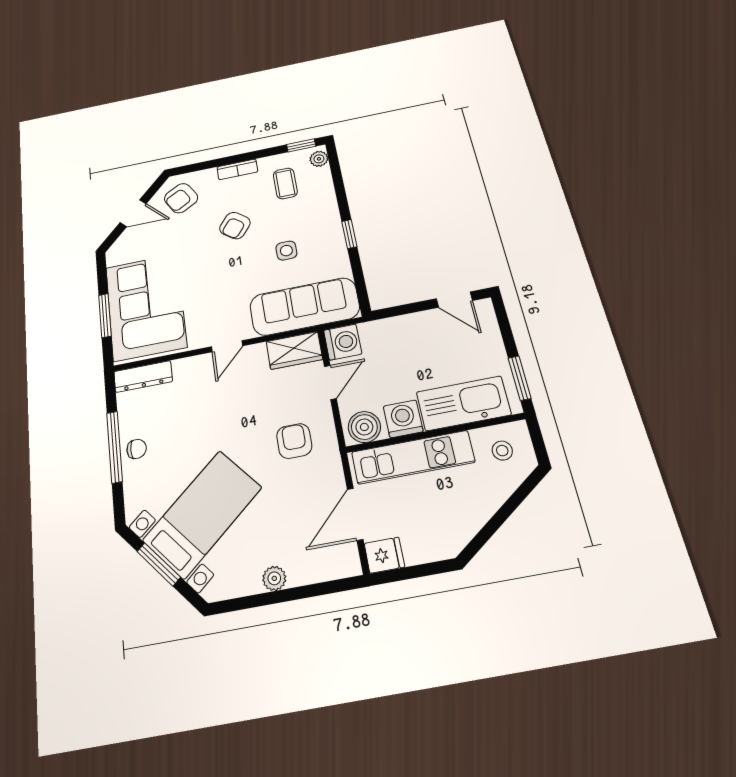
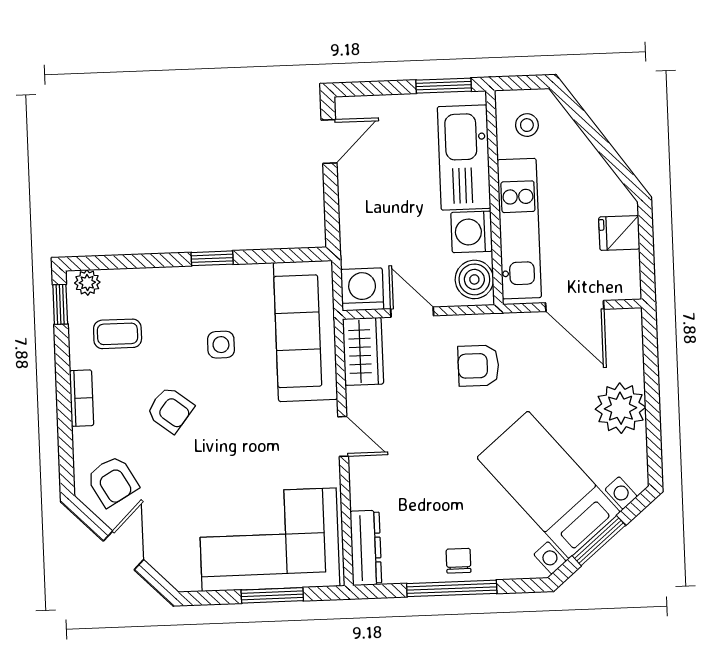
fridge: (384, 555) -> (619, 233), moved, turned -90
plant: (274, 578) -> (621, 408), width x1.88, depth x1.88

